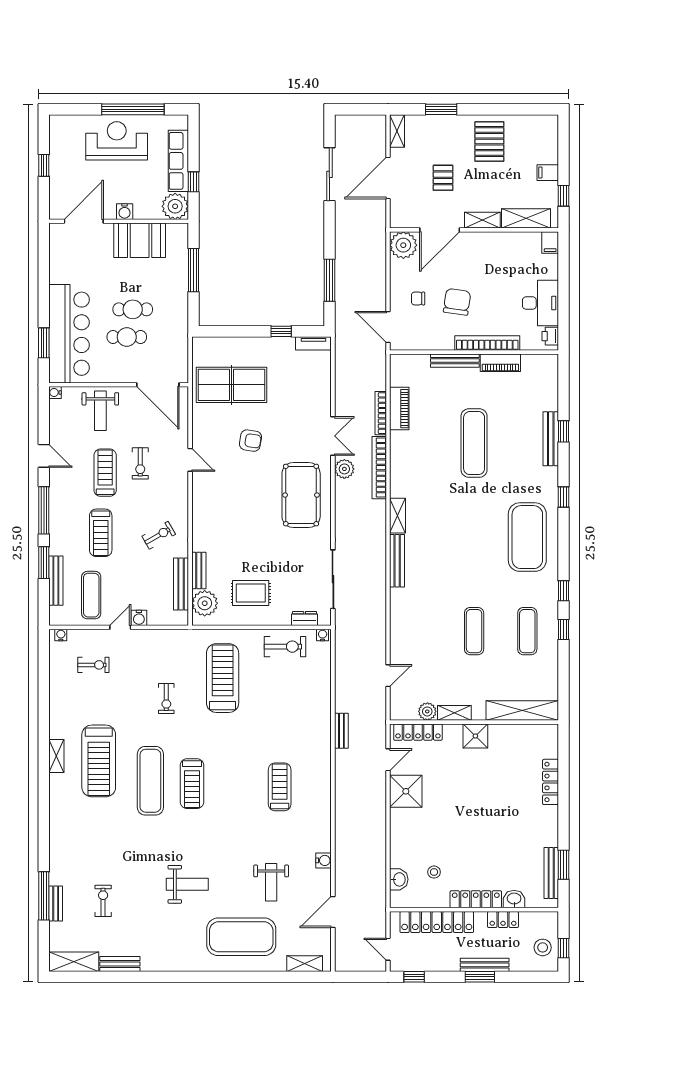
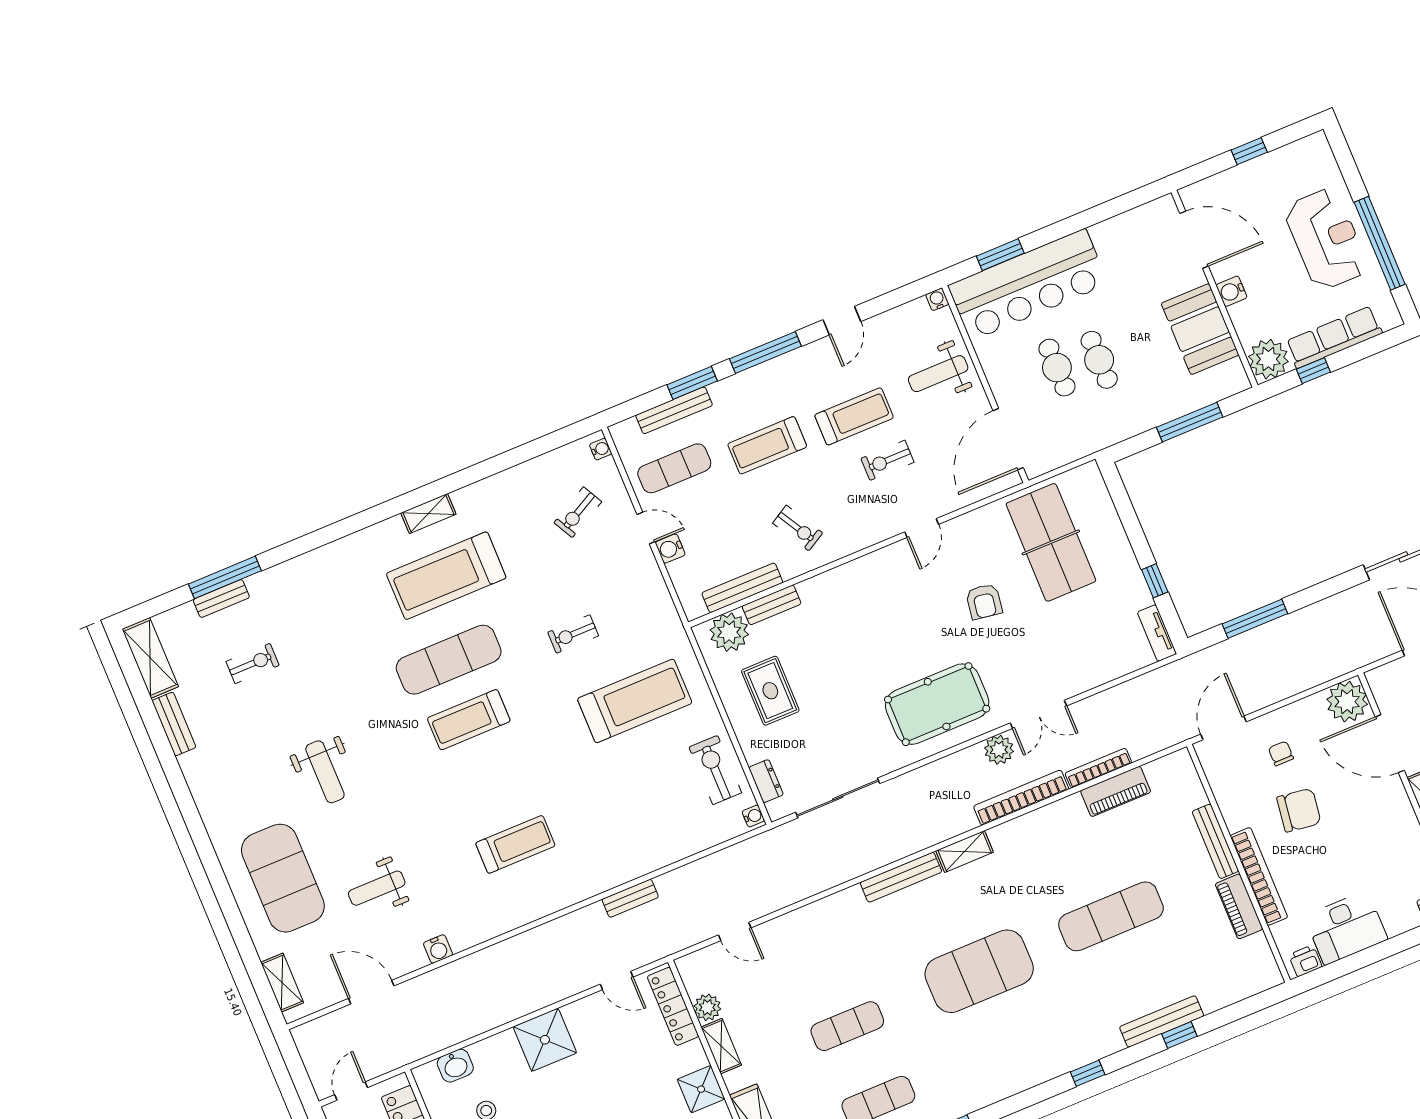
exercise mat: (527, 537) -> (979, 971), moved
exercise bike: (285, 647) -> (715, 770), turned 180
exercise bike: (93, 665) -> (578, 512), turned 62
shower: (406, 791) -> (545, 1040), moved

